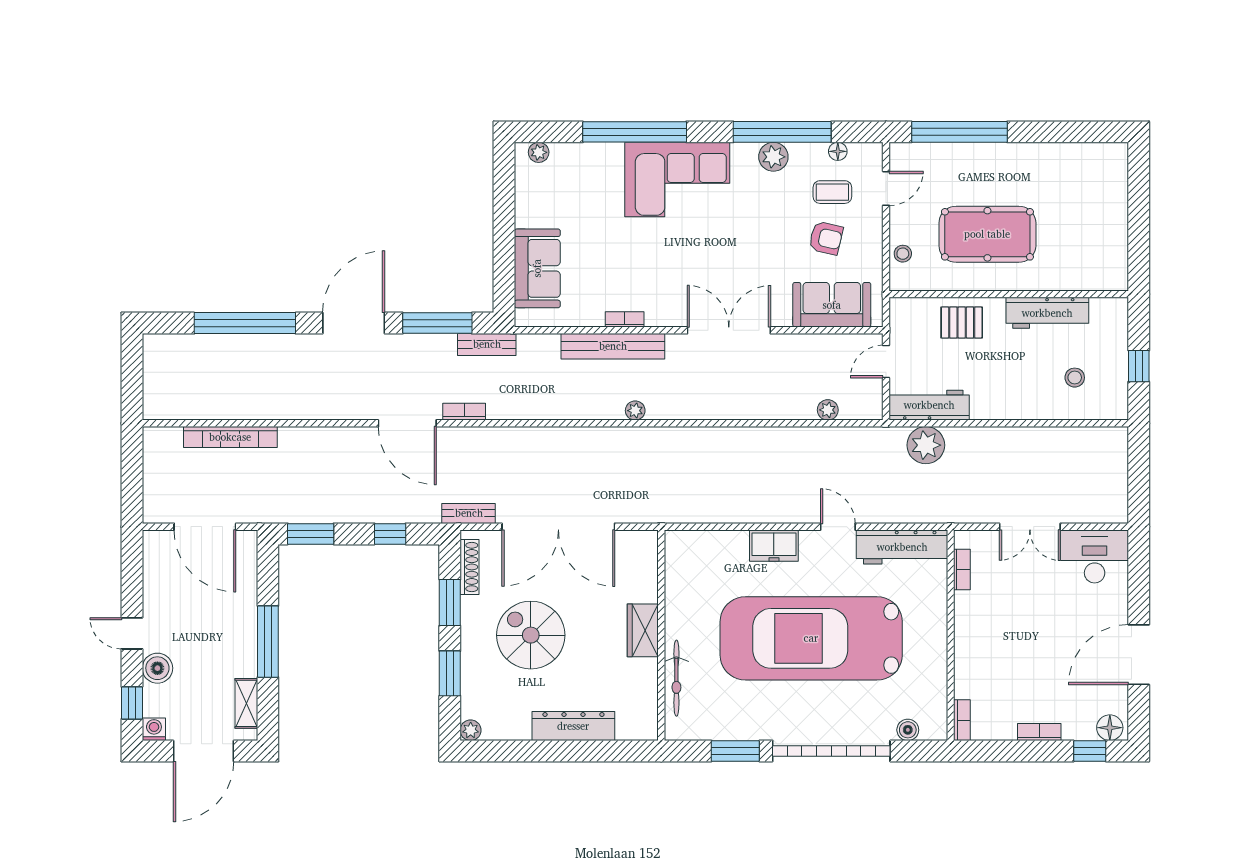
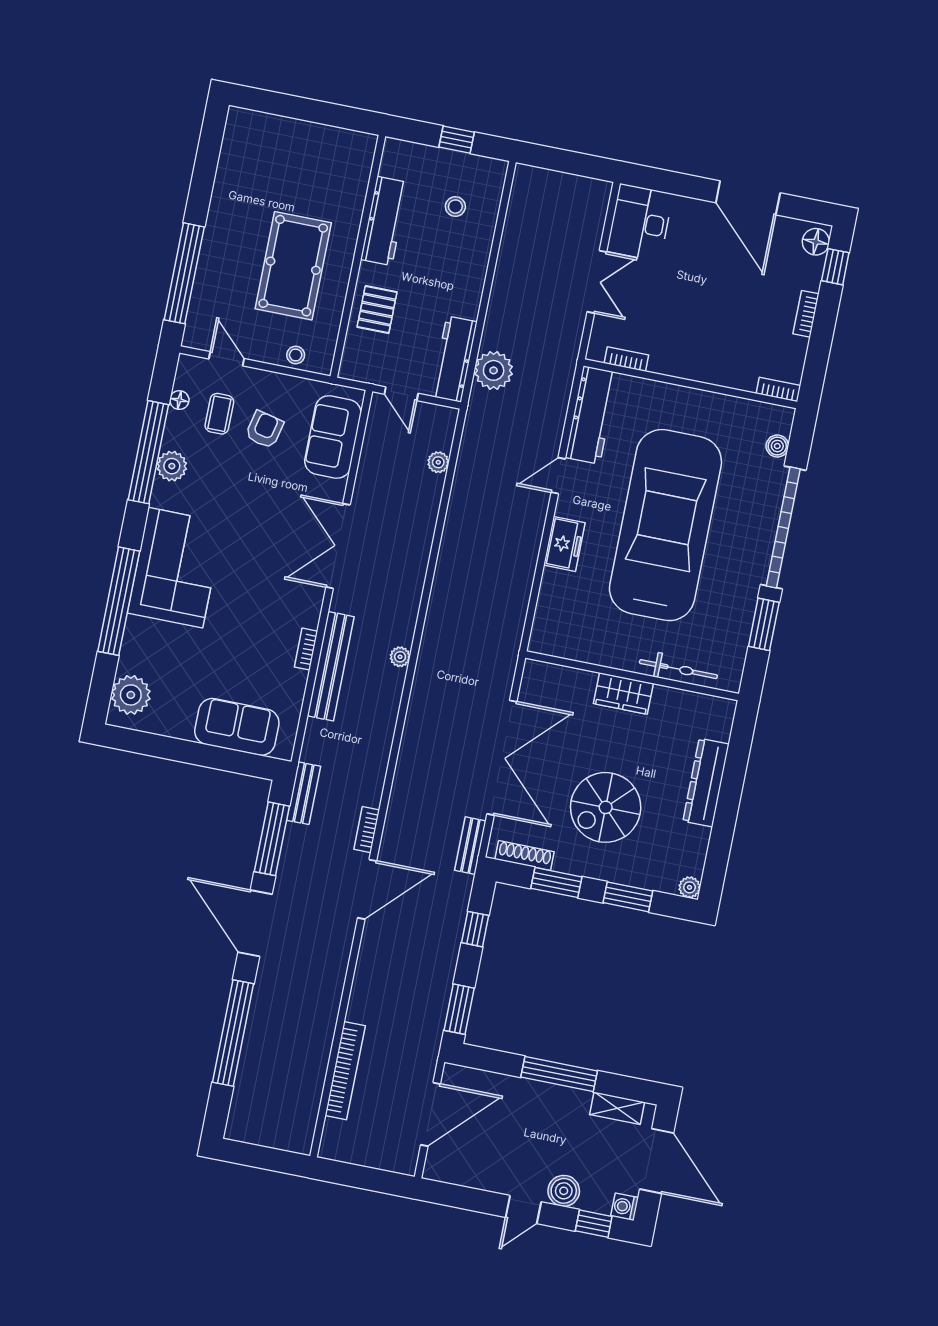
plant: (539, 152) -> (131, 695), width x1.87, depth x1.87
car: (811, 638) -> (665, 525), turned 180

